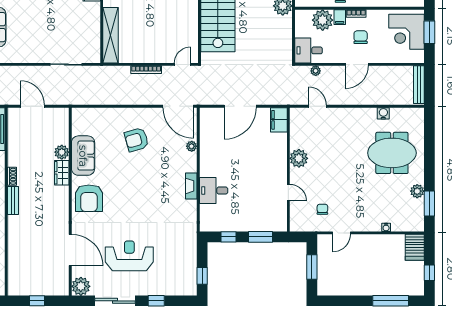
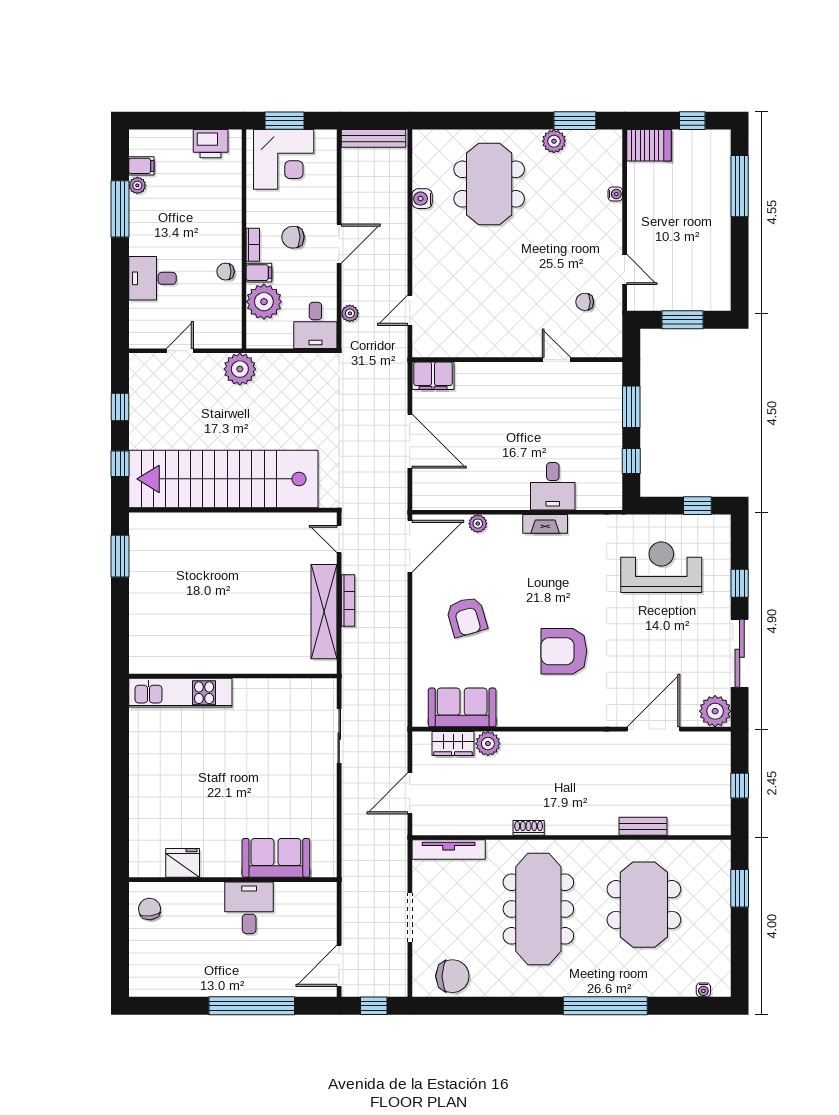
shelving: (111, 35) -> (324, 612), moved, turned 90
door: (357, 64) -> (339, 244), hinge flipped
sofa: (83, 156) -> (462, 707), moved
plant: (299, 158) -> (498, 342), removed
wardrobe: (62, 173) -> (453, 743), moved
door: (288, 193) -> (556, 360), hinge flipped
armchair: (89, 198) -> (564, 651), moved, turned 180
bench: (13, 200) -> (643, 826), moved
reception desk: (129, 256) -> (661, 567), moved, turned 90

